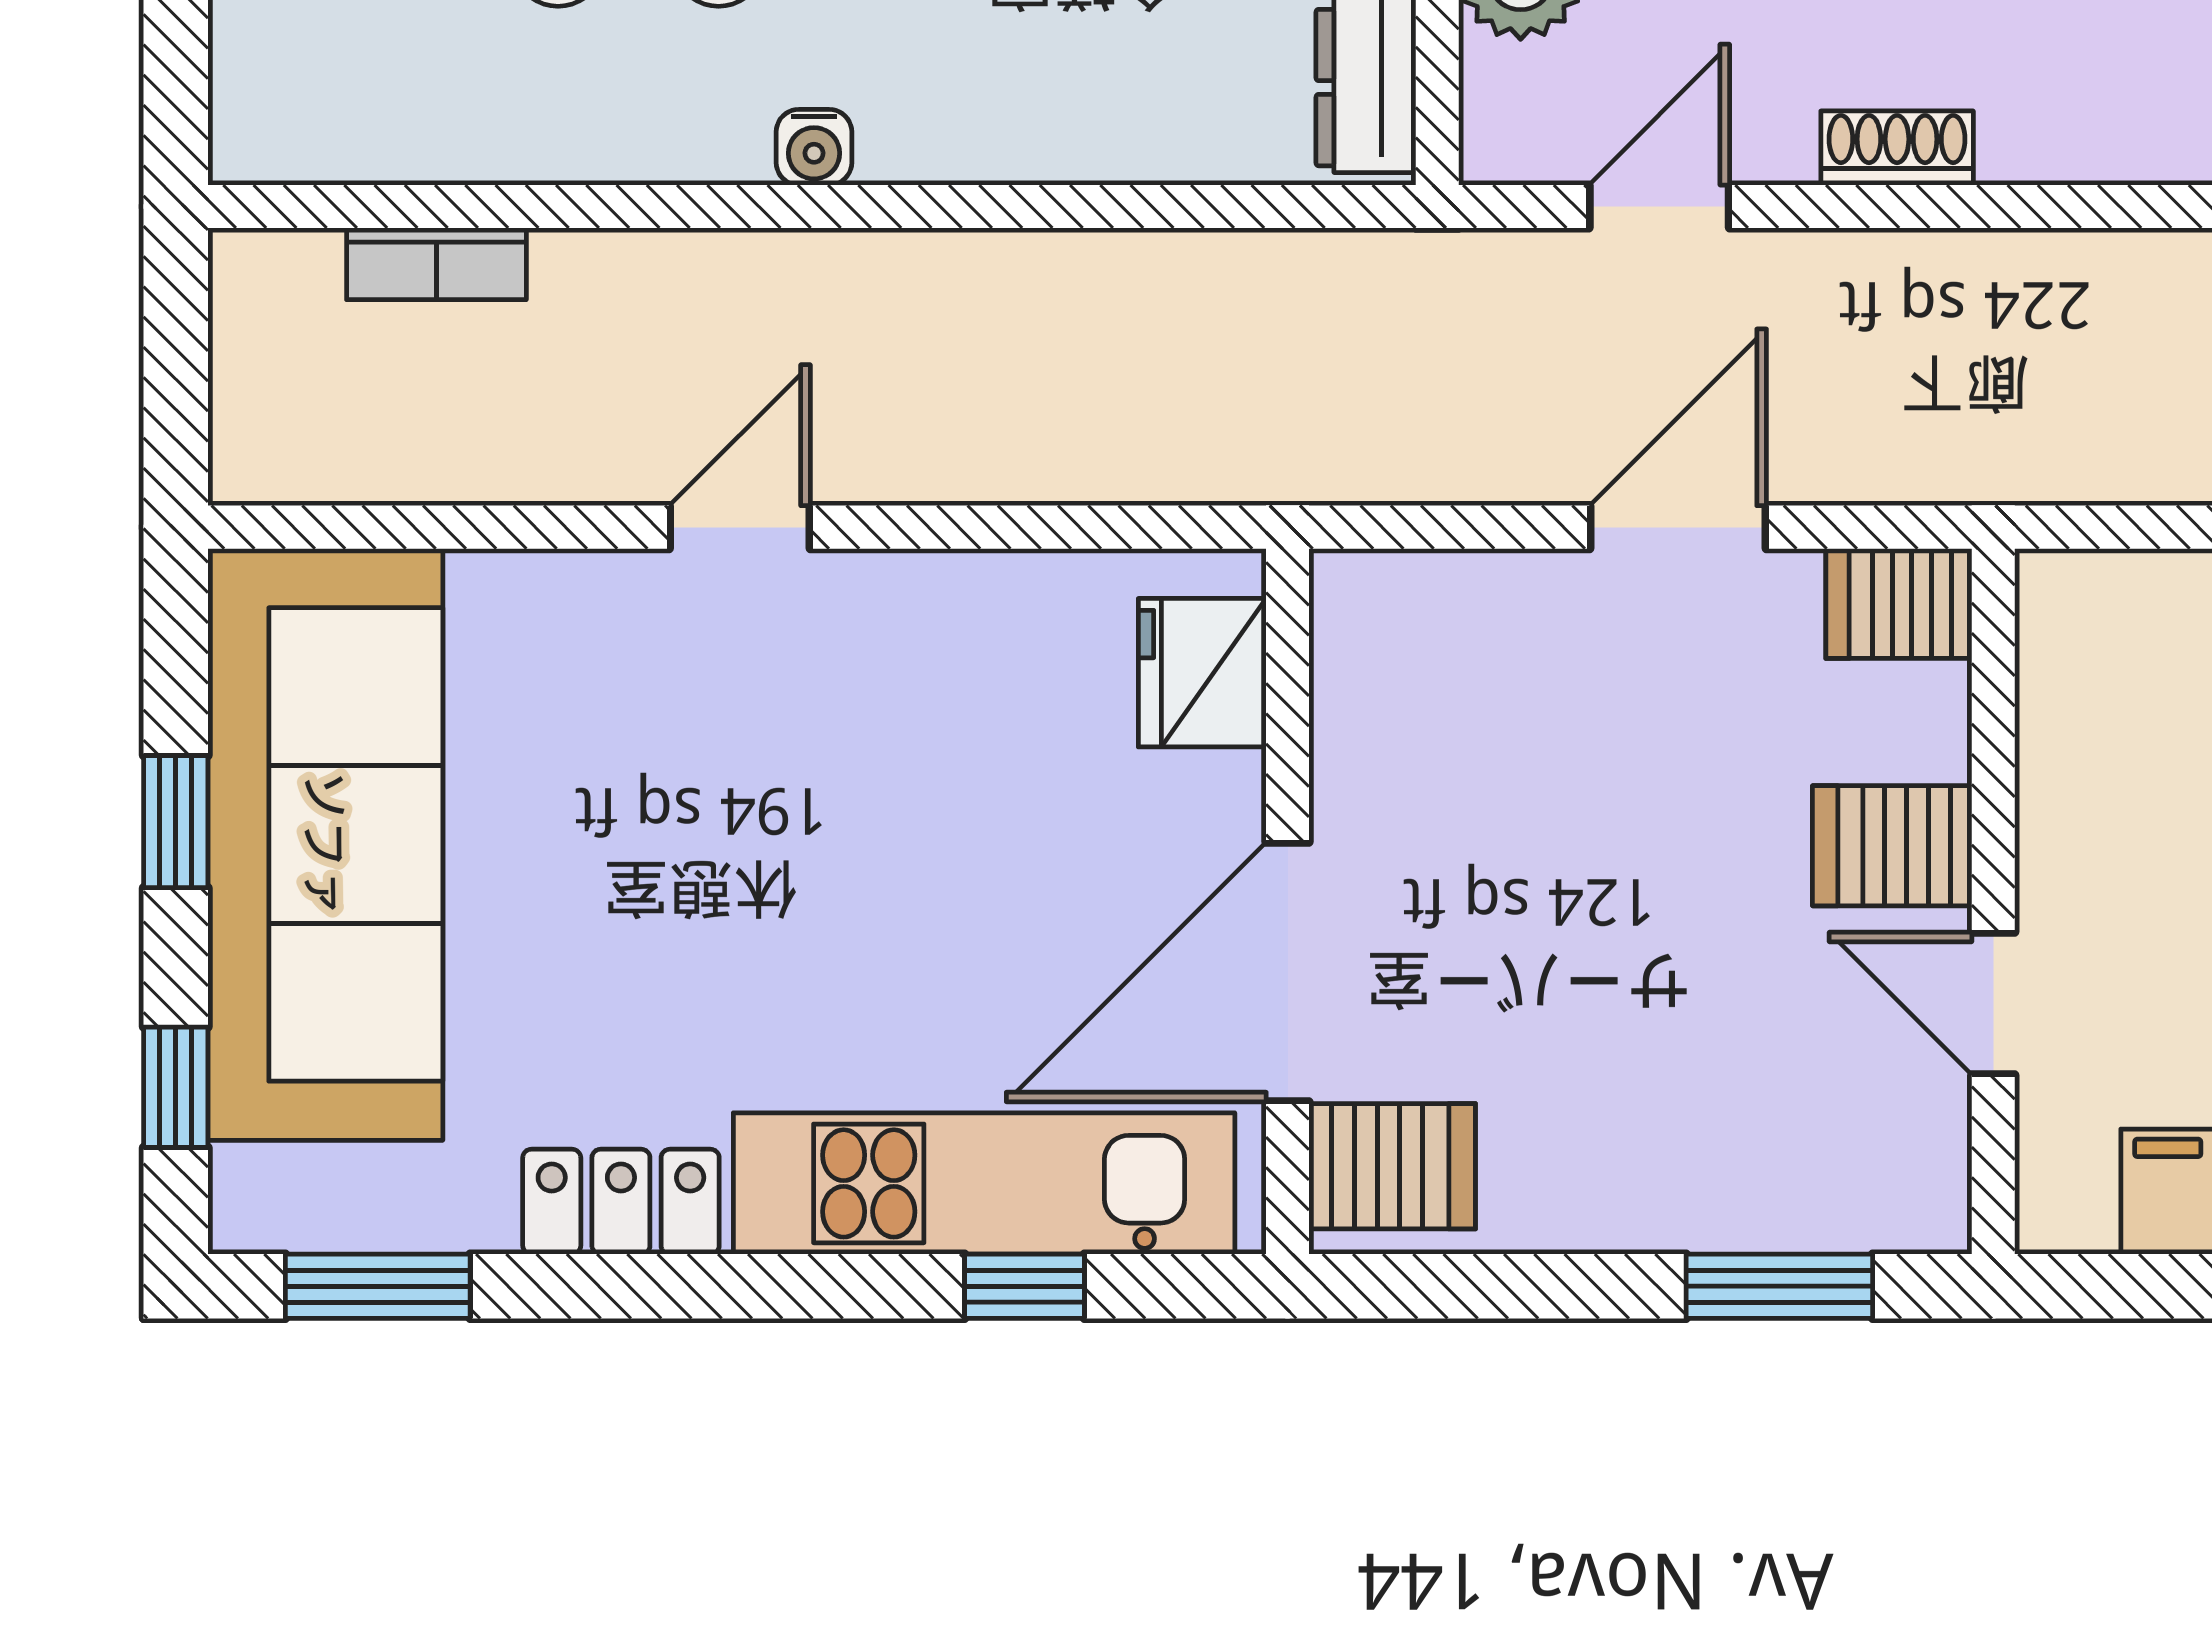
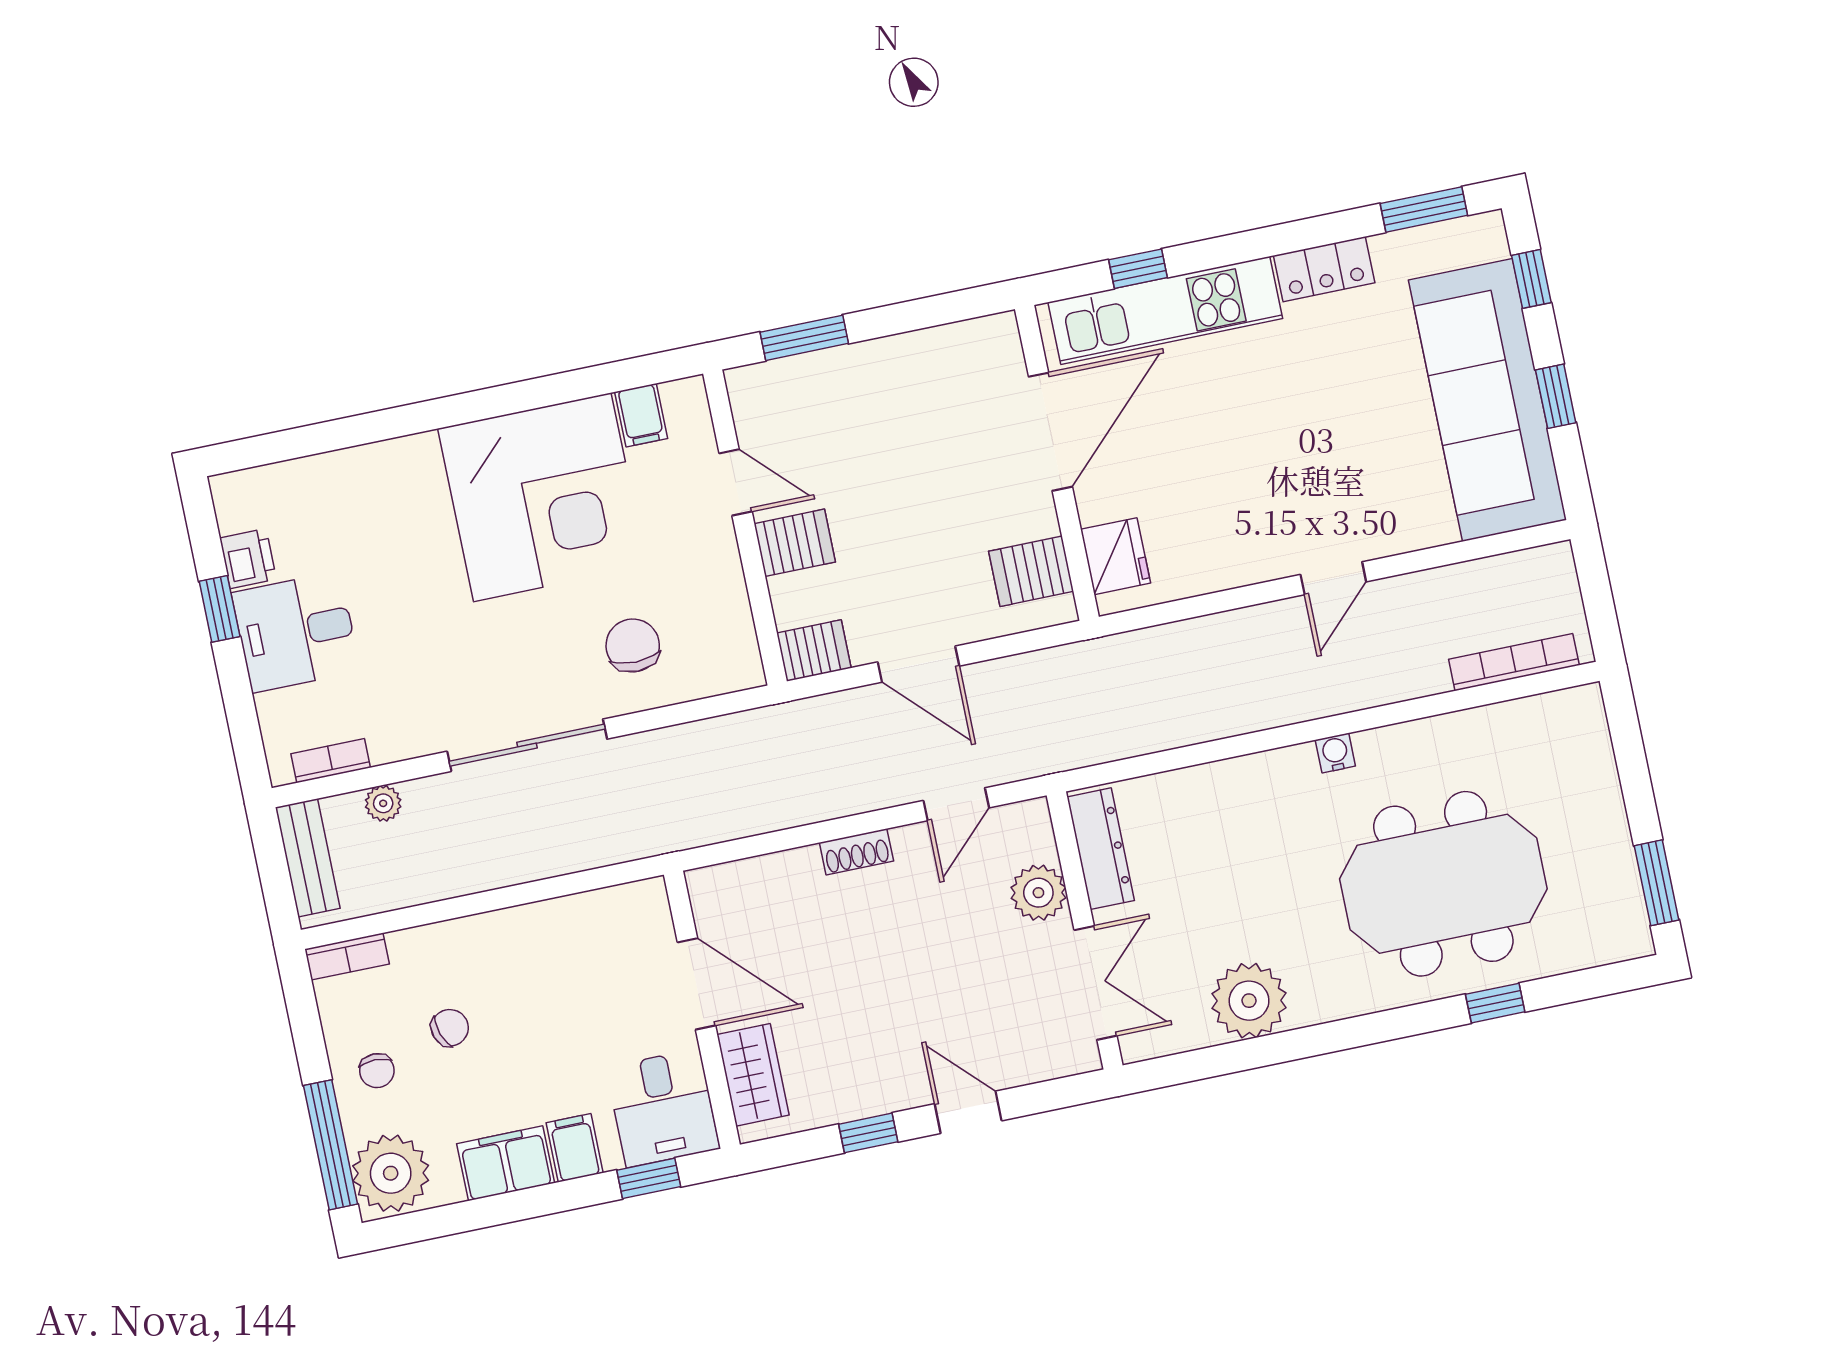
bookcase: (436, 264) -> (1514, 662), width x1.56
door: (1678, 527) -> (919, 664), hinge flipped
server rack: (1392, 1166) -> (1031, 571), moved

